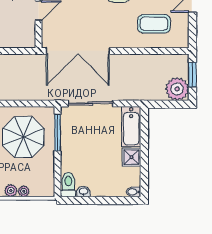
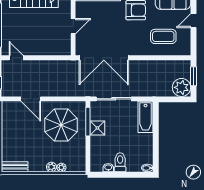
shower: (131, 157) -> (97, 128), moved
toilet: (68, 184) -> (120, 162), moved

